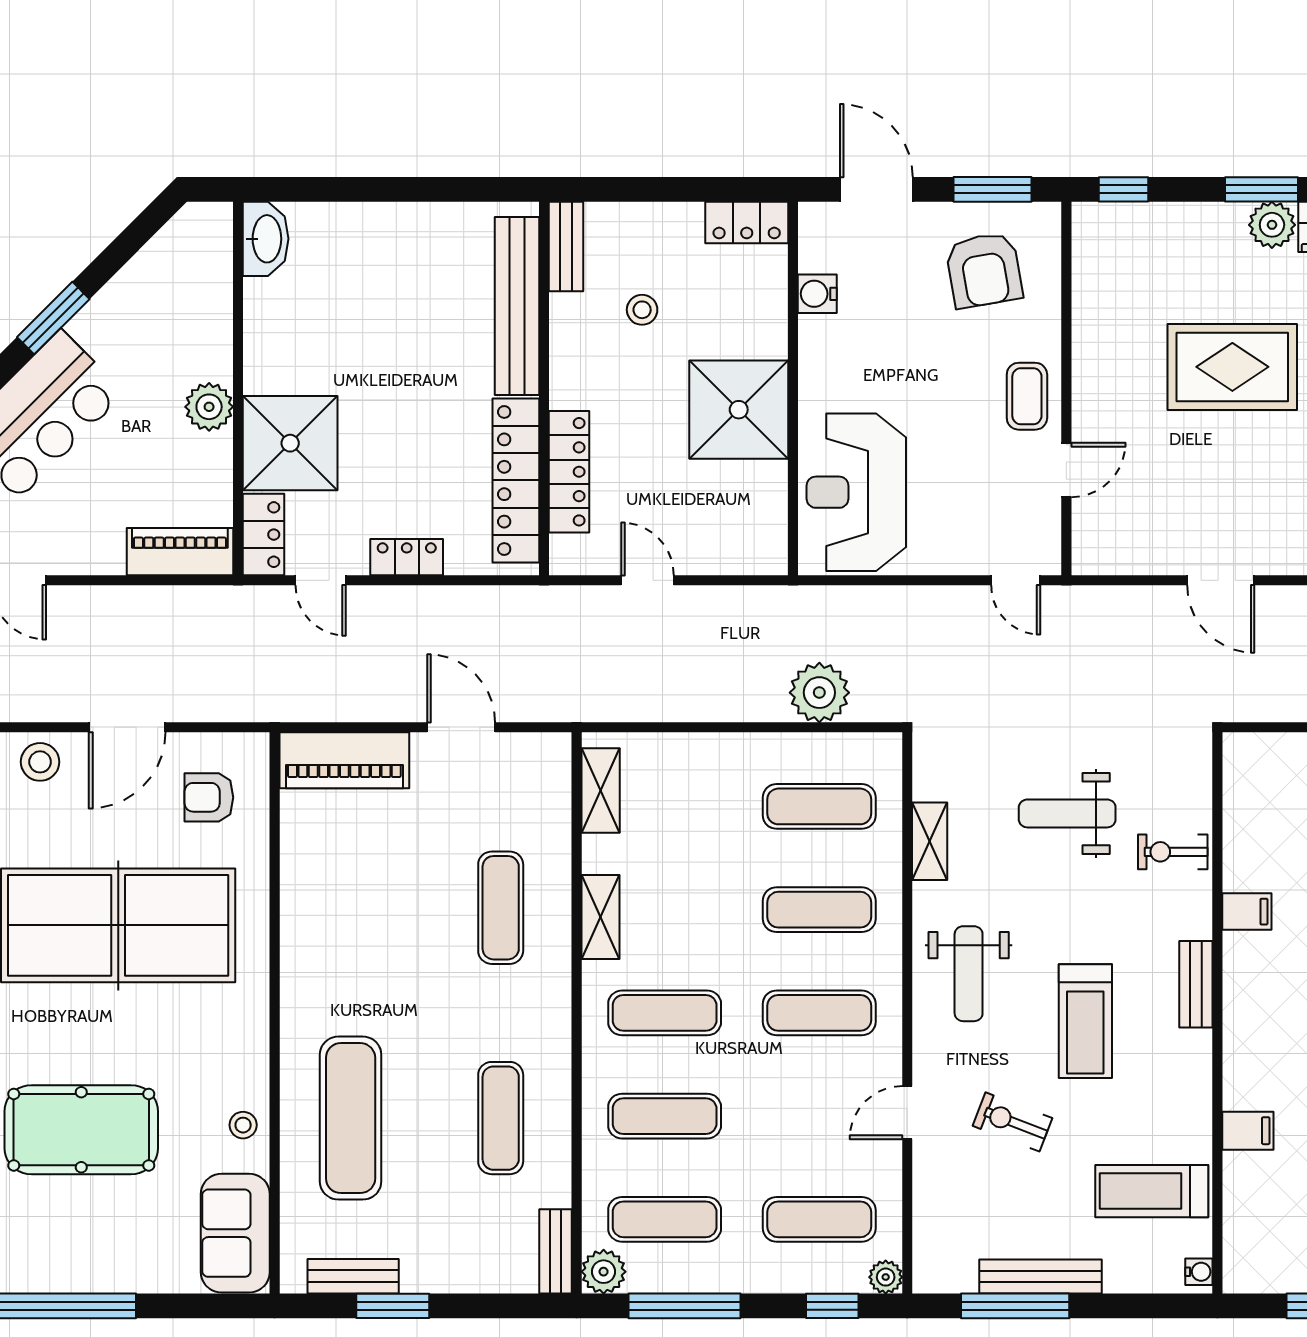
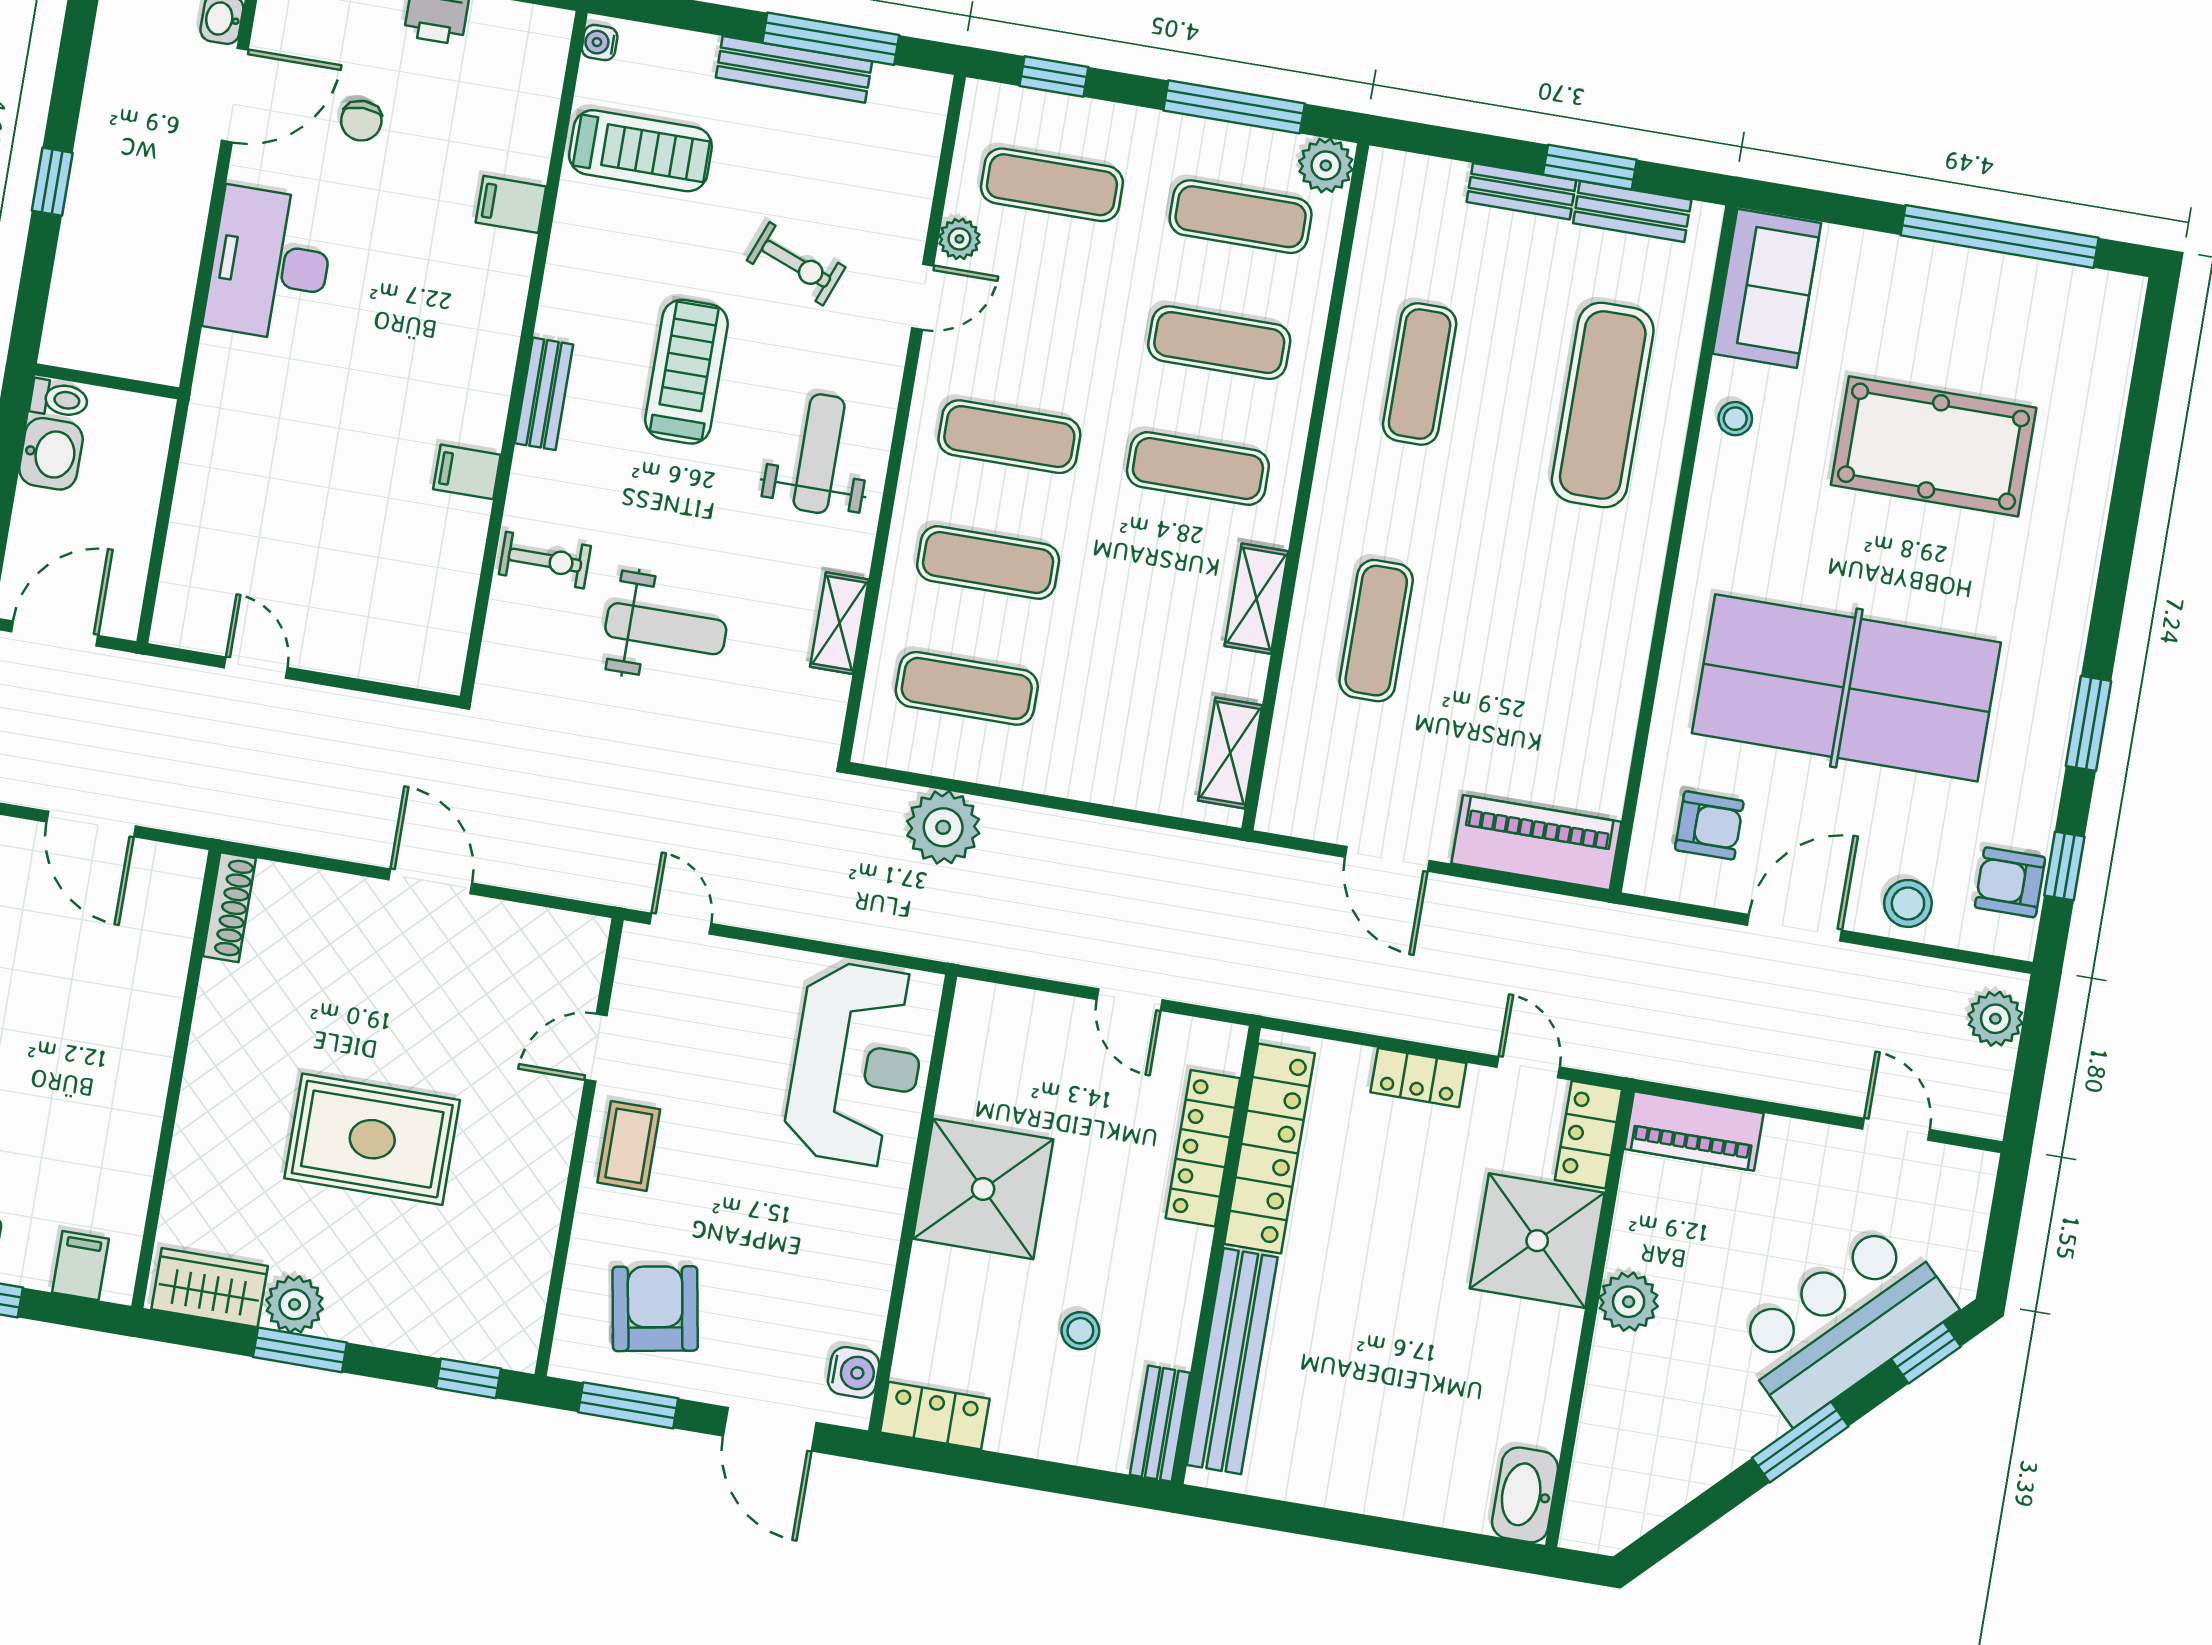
water cooler: (817, 294) -> (854, 1372), moved
bench: (556, 1251) -> (1521, 191), moved, turned 90
plant: (886, 1277) -> (959, 239), moved

